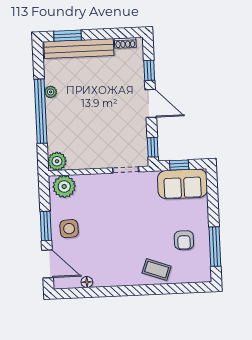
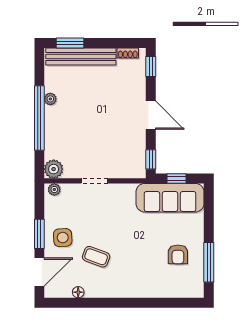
window: (149, 70) -> (151, 66), moved
doorway: (126, 170) -> (94, 181), moved
sofa: (182, 184) -> (170, 198), width x1.36
plant: (64, 186) -> (54, 189), width x0.53, depth x0.53
door: (48, 264) -> (39, 272), hinge flipped
coffee table: (157, 270) -> (96, 257), moved

